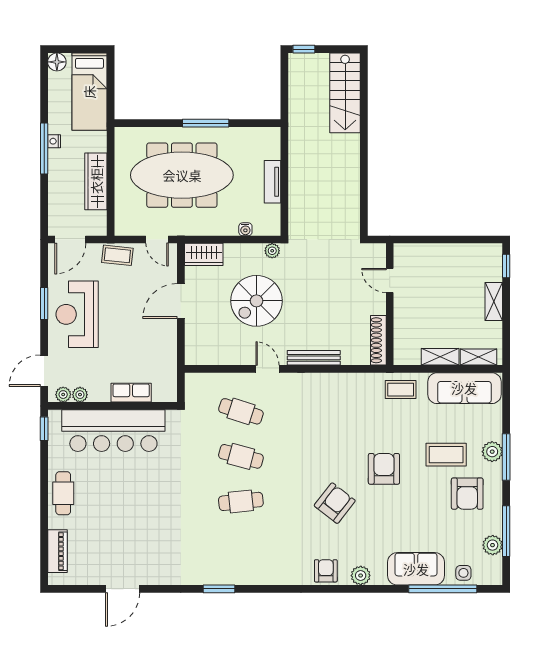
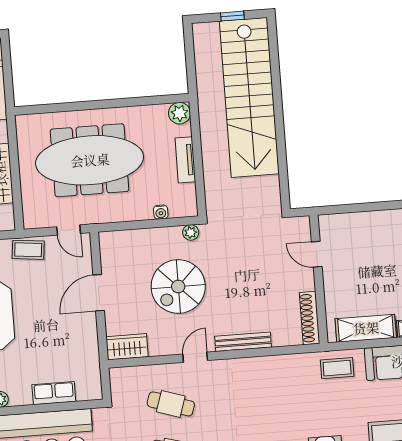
window: (304, 49) -> (232, 16), moved
stairs: (345, 93) -> (249, 97), width x1.86, depth x1.51
window: (206, 123) -> (110, 104), removed
plant: (270, 137) -> (180, 113), added
wardrobe: (204, 254) -> (127, 347), moved, turned 180
shelving: (440, 357) -> (366, 328), width x1.50, depth x1.33
door: (267, 369) -> (195, 357), hinge flipped

